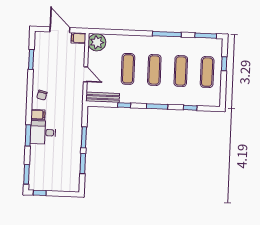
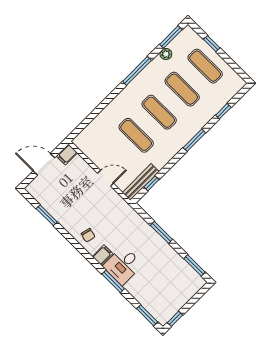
plant: (97, 42) -> (166, 54), moved, width x0.53, depth x0.53
window: (124, 105) -> (151, 183), moved
window: (83, 164) -> (194, 265), moved

